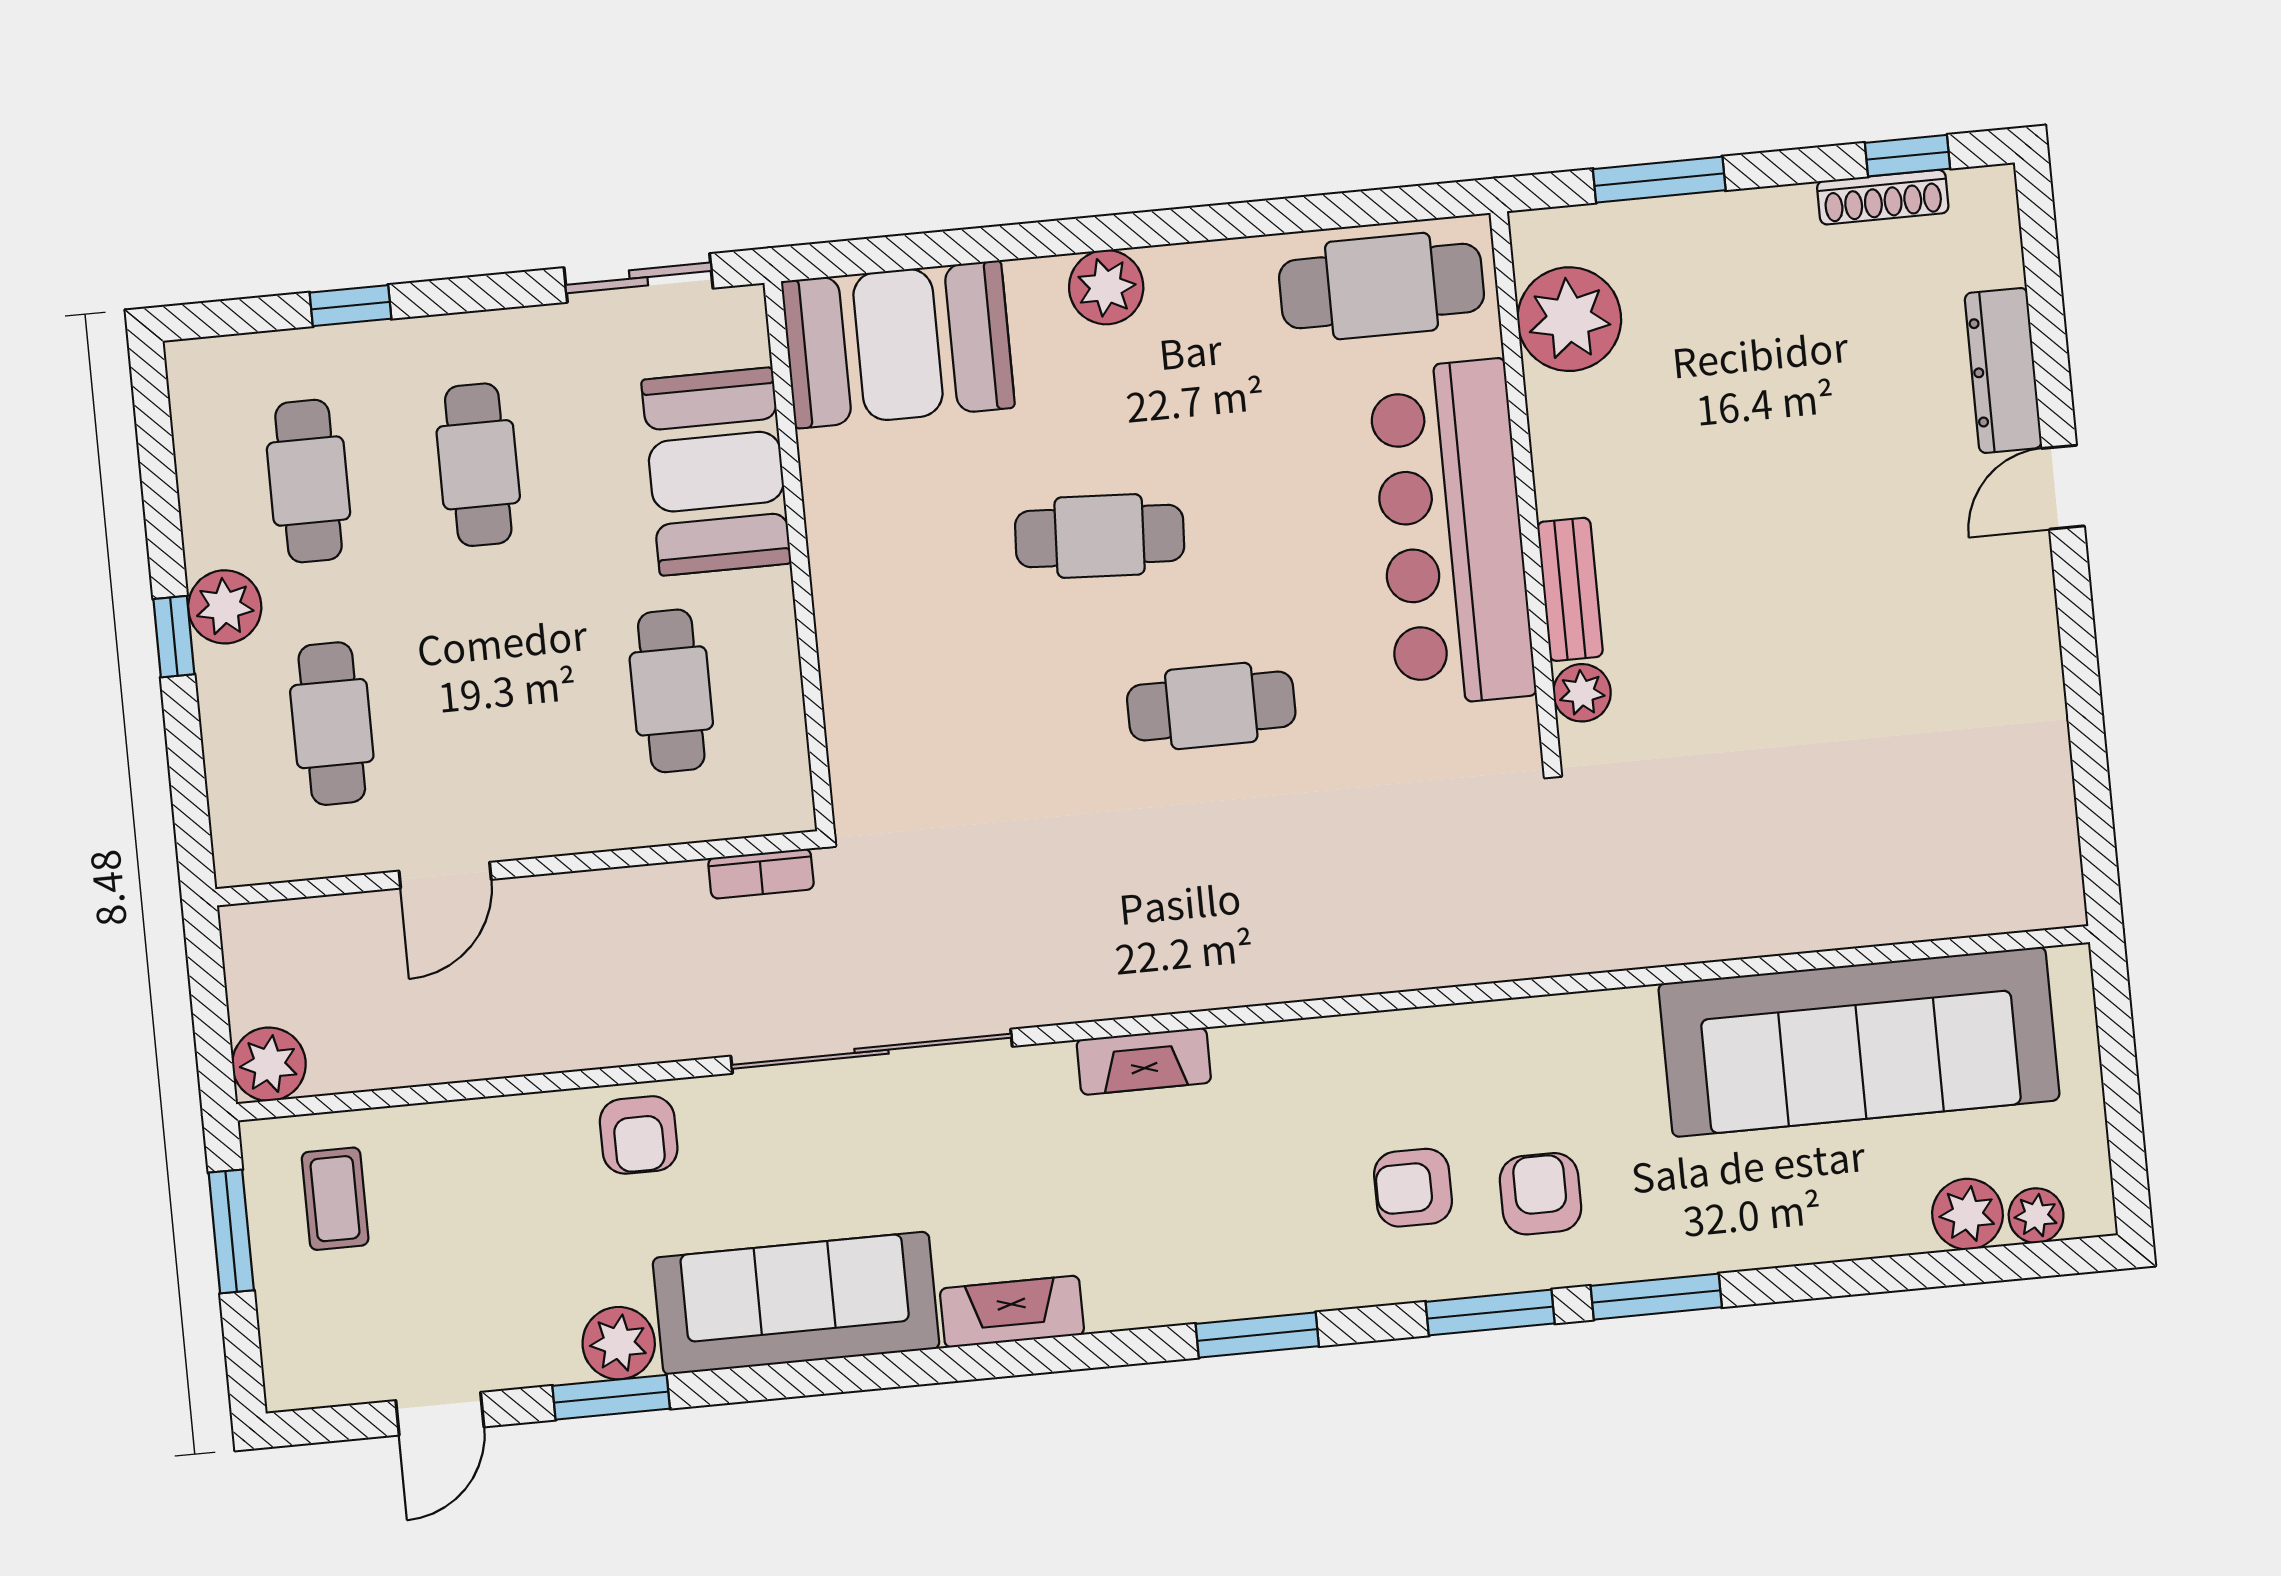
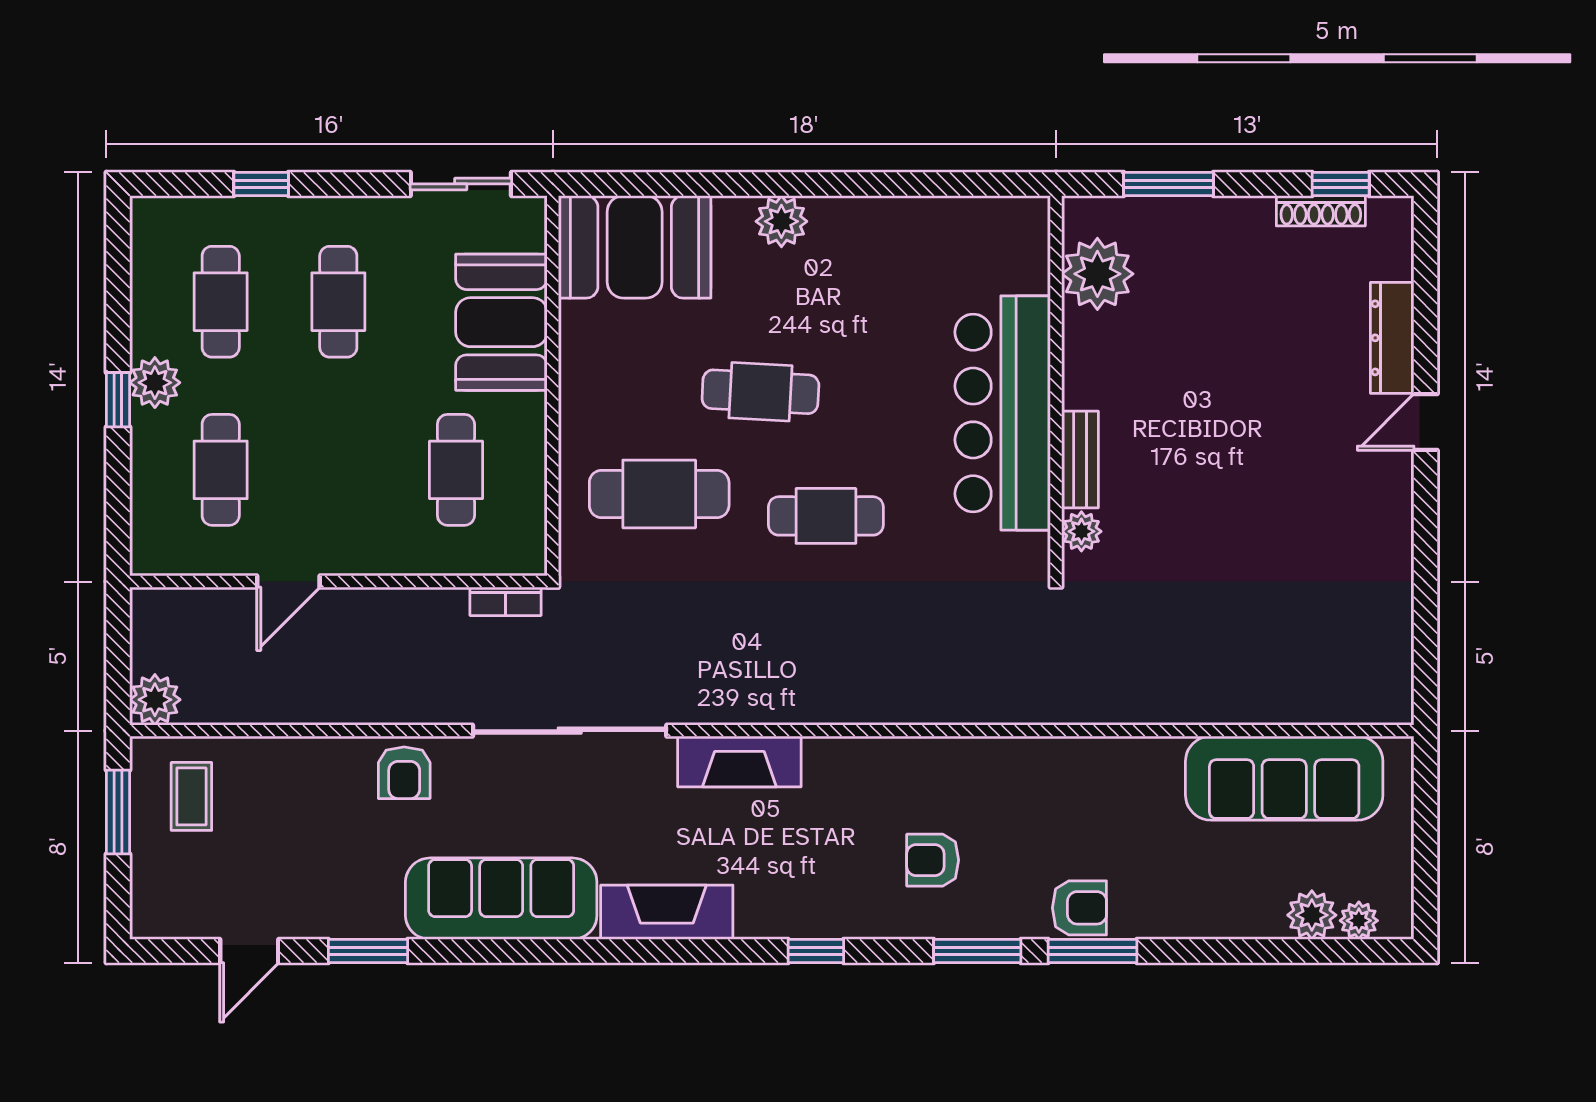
cafe table: (1382, 286) -> (659, 494), moved
sofa: (1859, 1042) -> (1284, 778), width x0.74, depth x0.79
fireplace: (1144, 1061) -> (739, 762), width x1.37, depth x1.32
armchair: (1541, 1194) -> (1079, 908), moved, turned 90
fireplace: (1012, 1312) -> (667, 912), width x1.37, depth x1.32
window: (1257, 1335) -> (816, 951), width x0.67
plant: (619, 1343) -> (377, 914), removed

